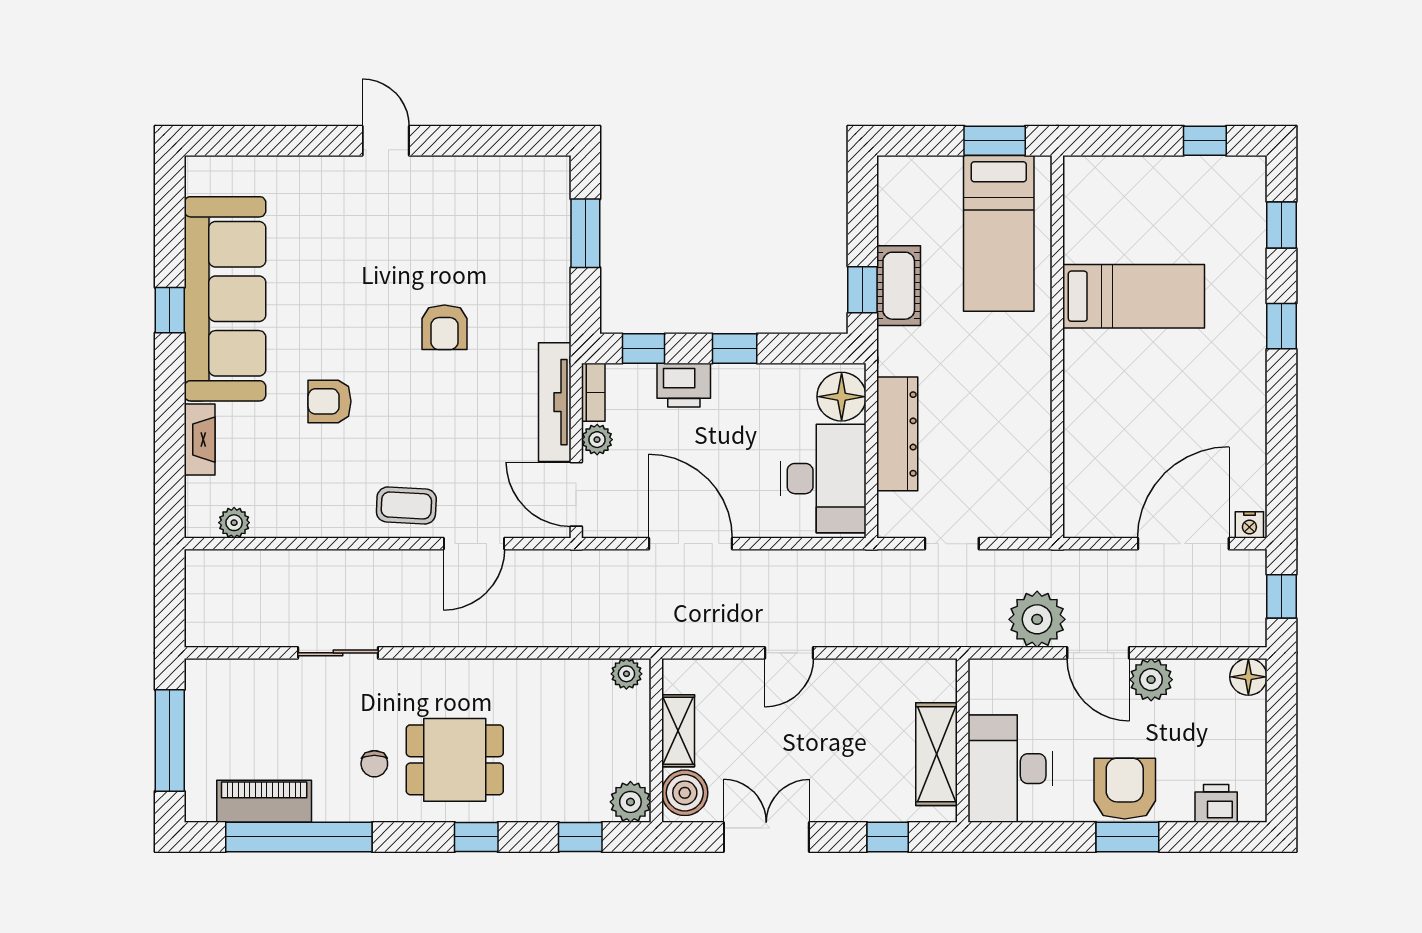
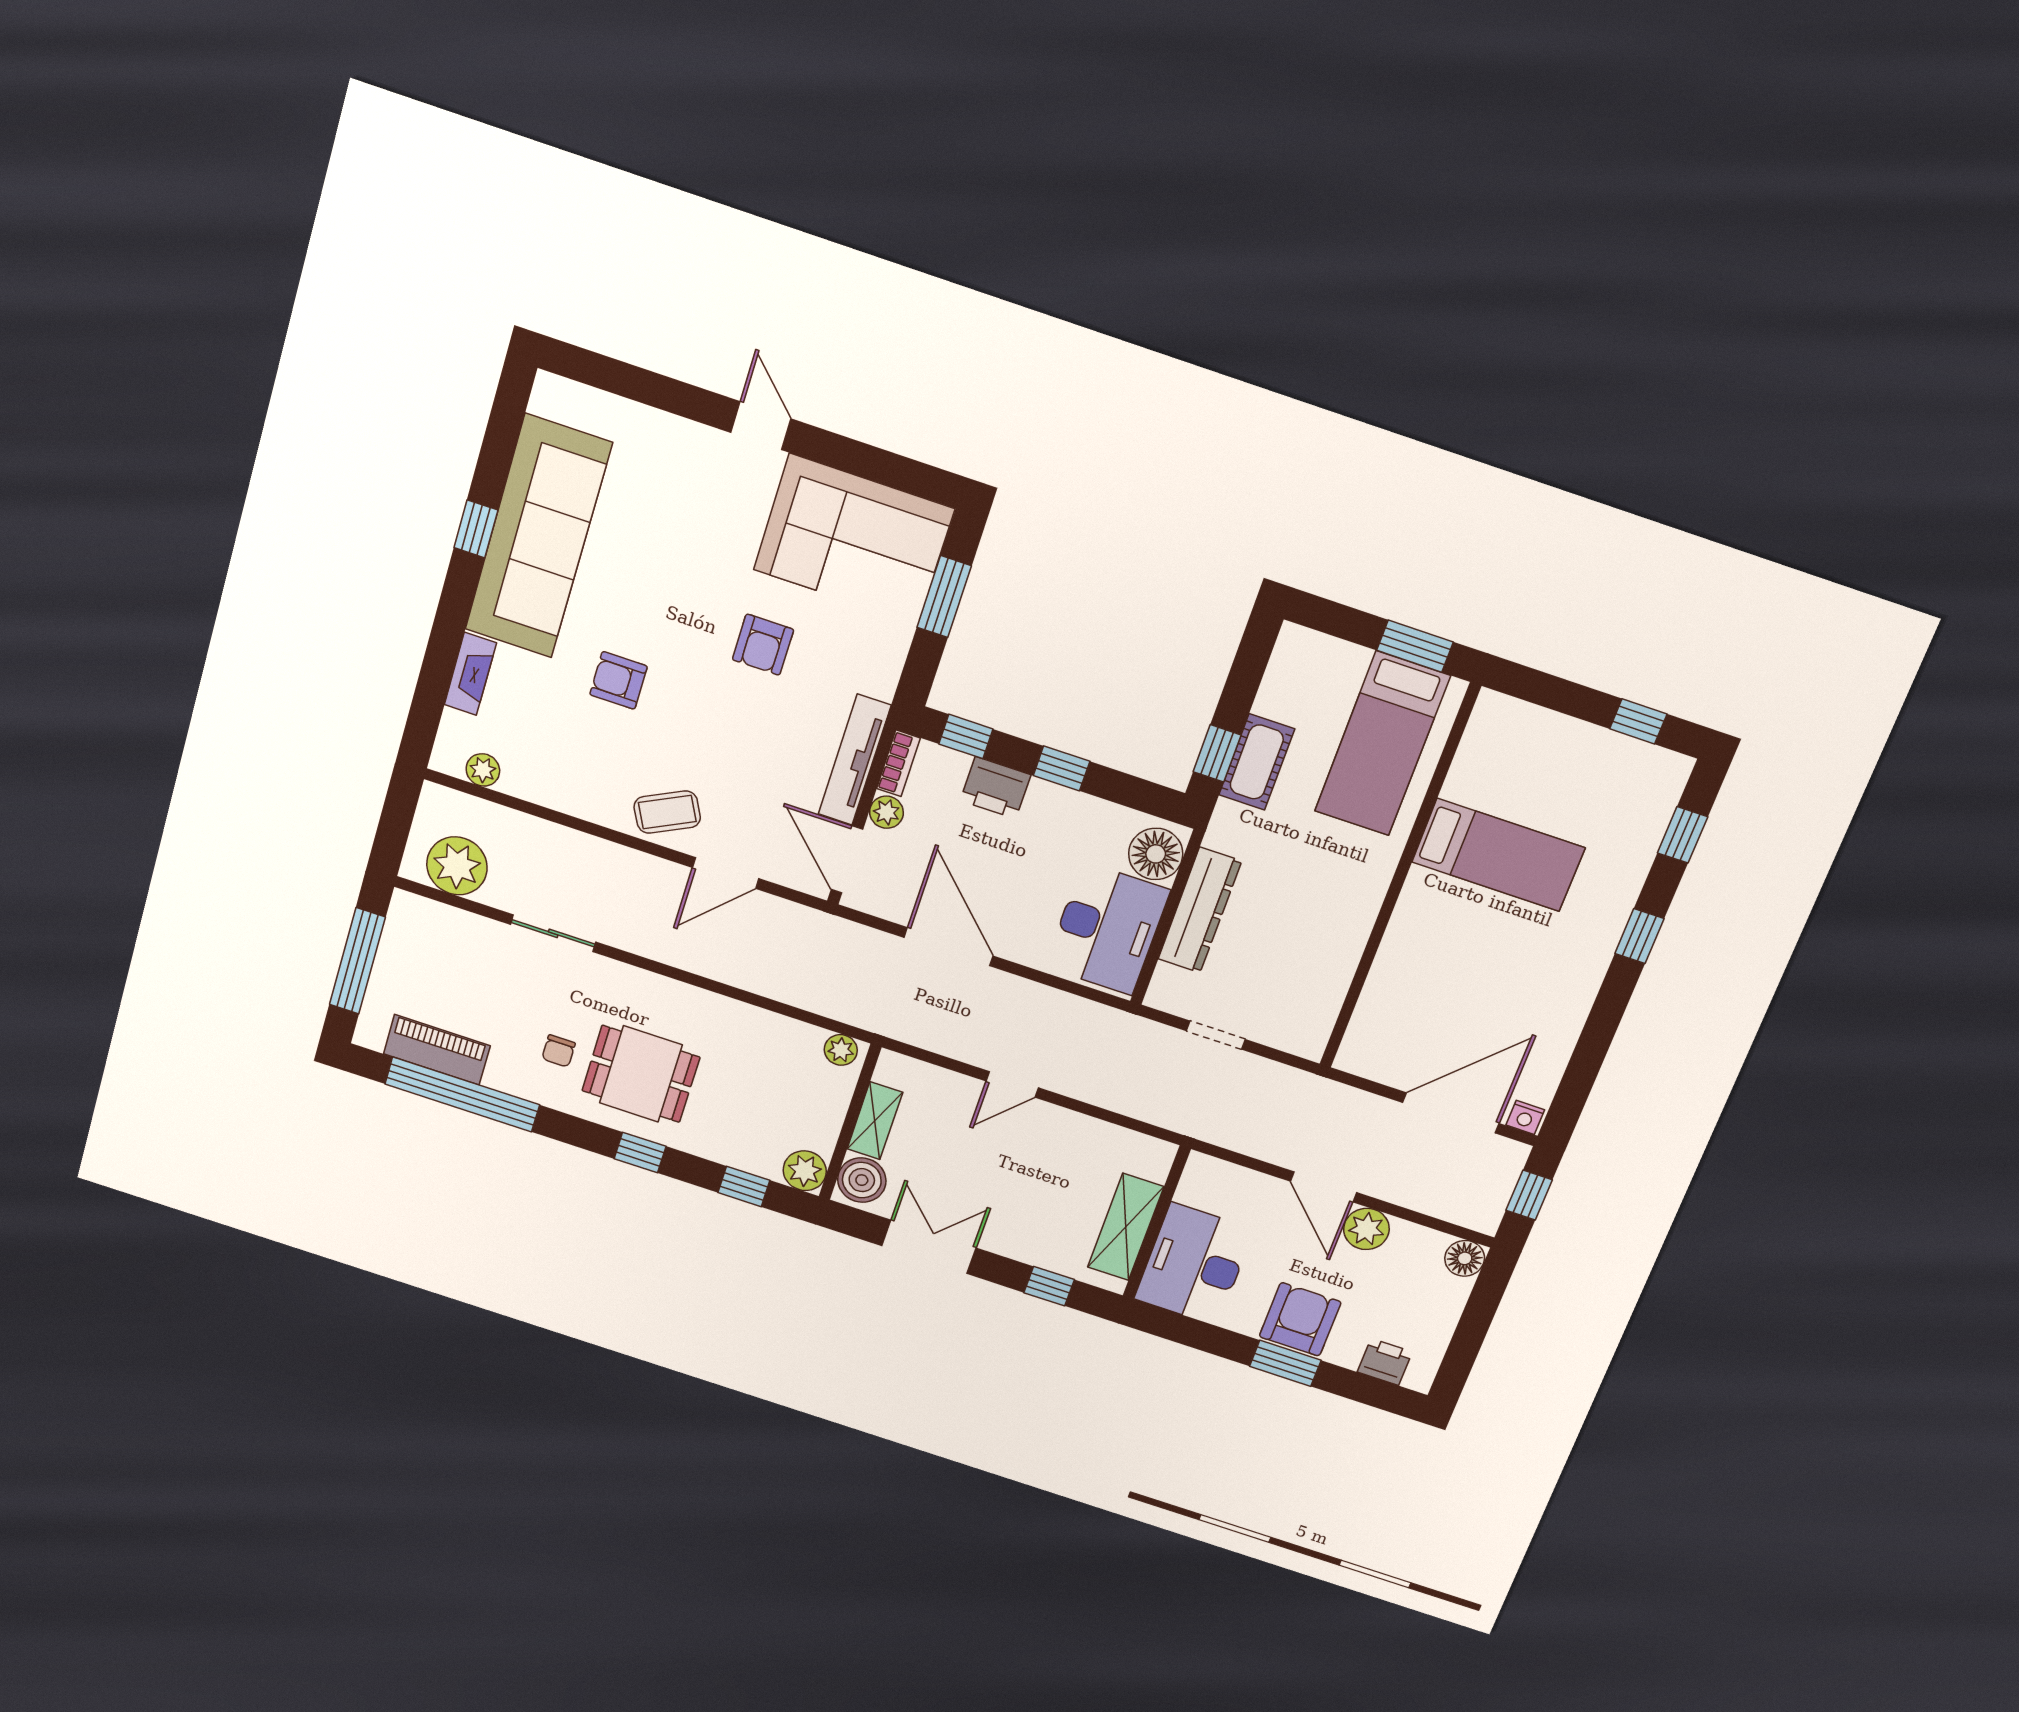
corner sofa: (493, 210) -> (854, 539), added
coffee table: (406, 505) -> (667, 812), turned -30
plant: (1037, 619) -> (457, 866), moved

